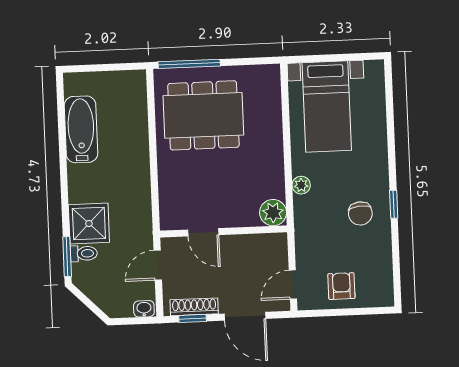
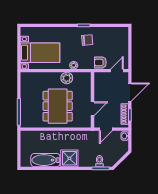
dining table: (203, 115) -> (58, 106), moved
plant: (273, 213) -> (67, 78), moved
shower: (89, 223) -> (69, 158), moved
door: (158, 265) -> (106, 129), hinge flipped
door: (293, 285) -> (117, 71), swing flipped
armchair: (341, 286) -> (100, 62), moved

